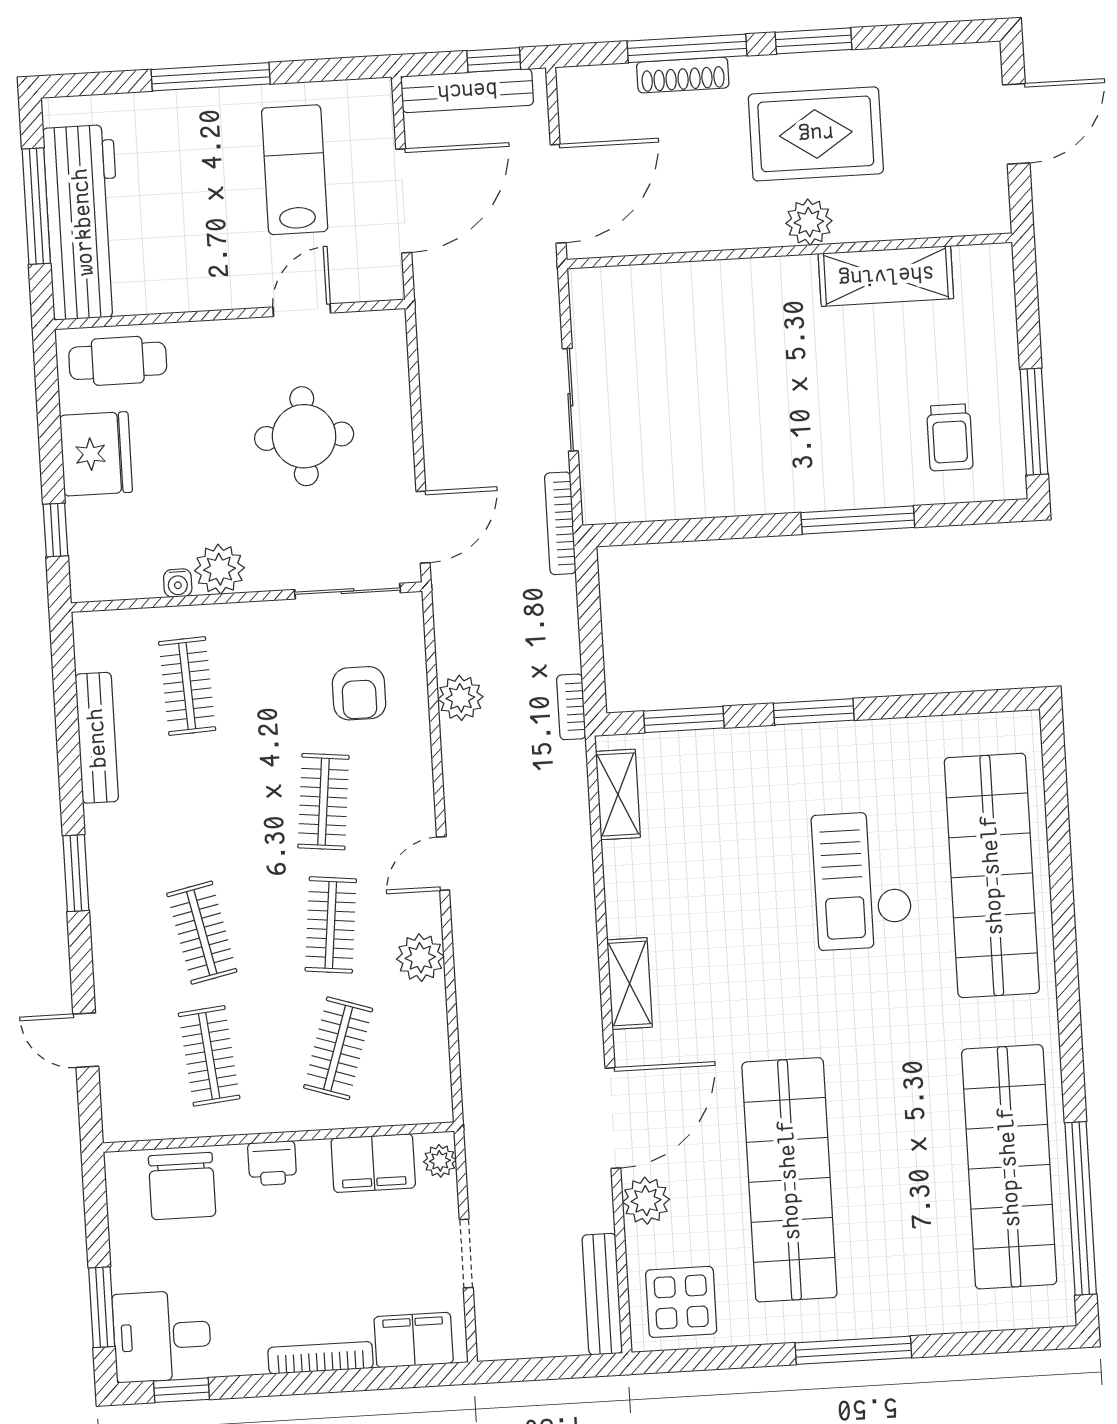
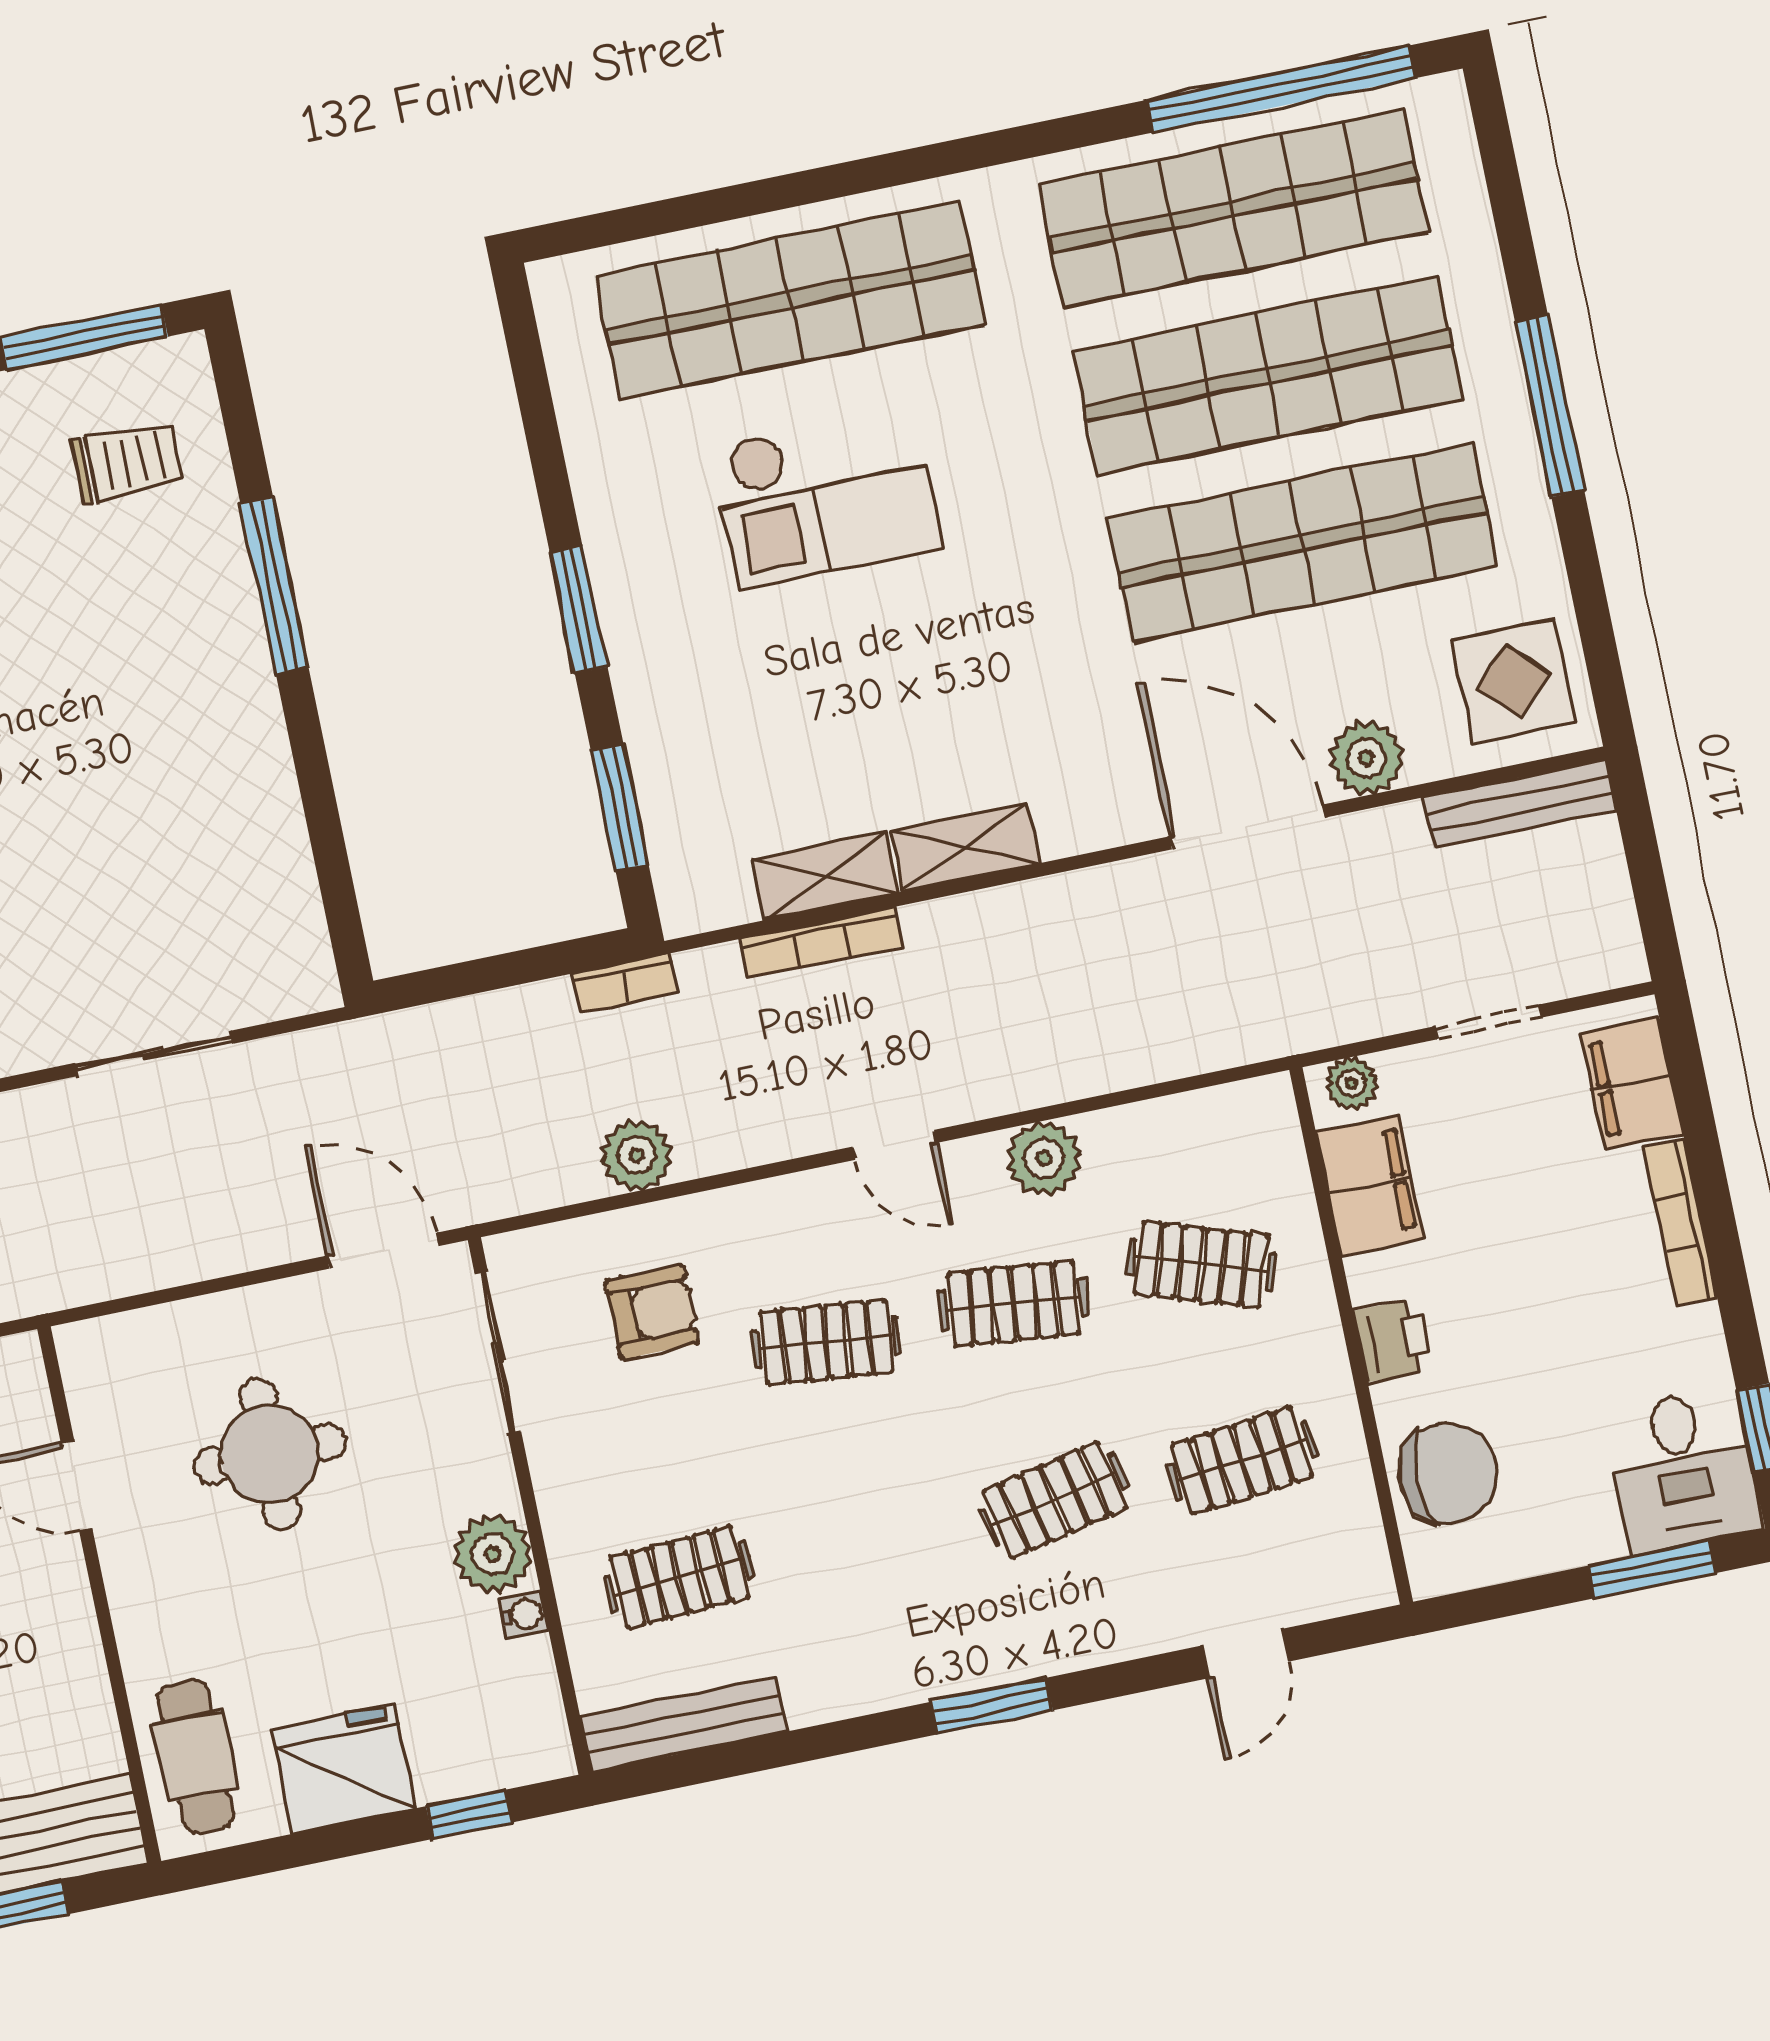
bookcase: (560, 523) -> (821, 943), moved
bench: (97, 738) -> (684, 1724), moved
shelving: (618, 794) -> (824, 876), moved
shelving: (630, 983) -> (965, 847), moved
shop shelf: (899, 1173) -> (1268, 375), added

